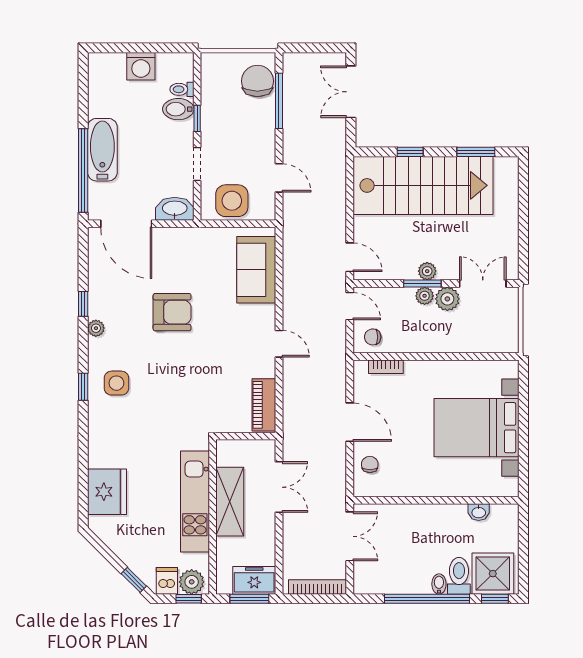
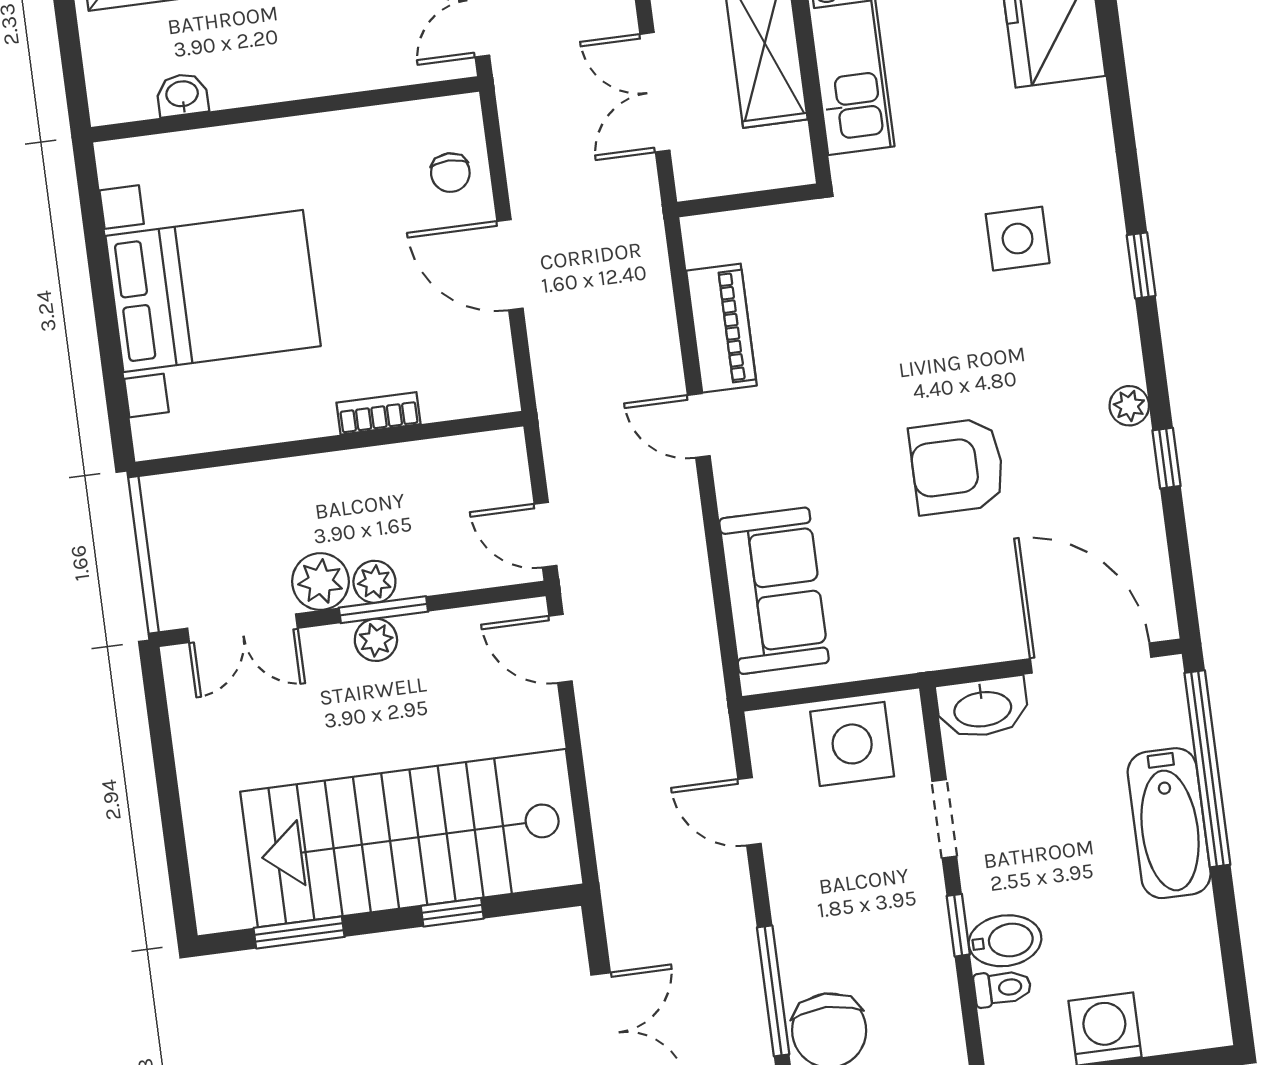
chair: (373, 337) -> (483, 470), removed
bookcase: (386, 367) -> (378, 413), moved
side table: (116, 383) -> (1018, 239), moved
piano: (264, 405) -> (721, 328), moved

